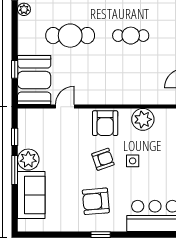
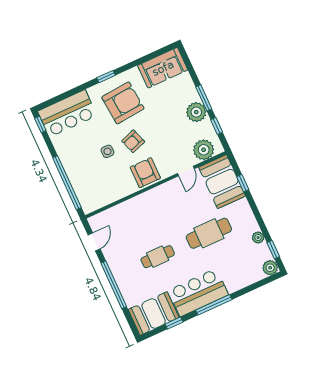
plant: (143, 119) -> (204, 150), moved
sofa: (31, 195) -> (163, 68), moved, turned -90
armchair: (96, 201) -> (123, 103), width x1.36, depth x1.36

